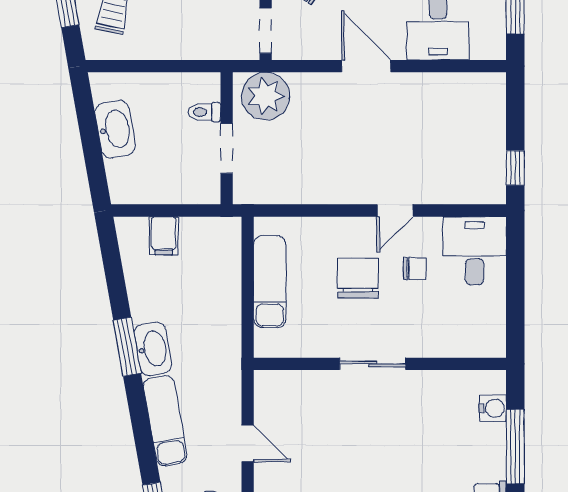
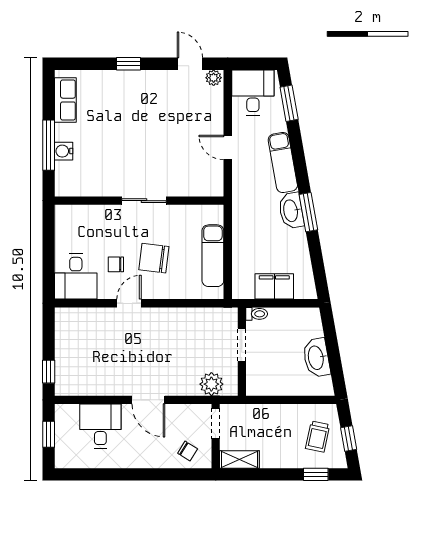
plant: (266, 96) -> (211, 384), width x0.73, depth x0.73
toilet: (204, 112) -> (257, 314), moved
window: (515, 168) -> (49, 372), moved
filing cabinet: (164, 236) -> (274, 286), width x2.00
chair: (358, 278) -> (154, 258), turned 97
water cooler: (493, 408) -> (64, 151), moved

